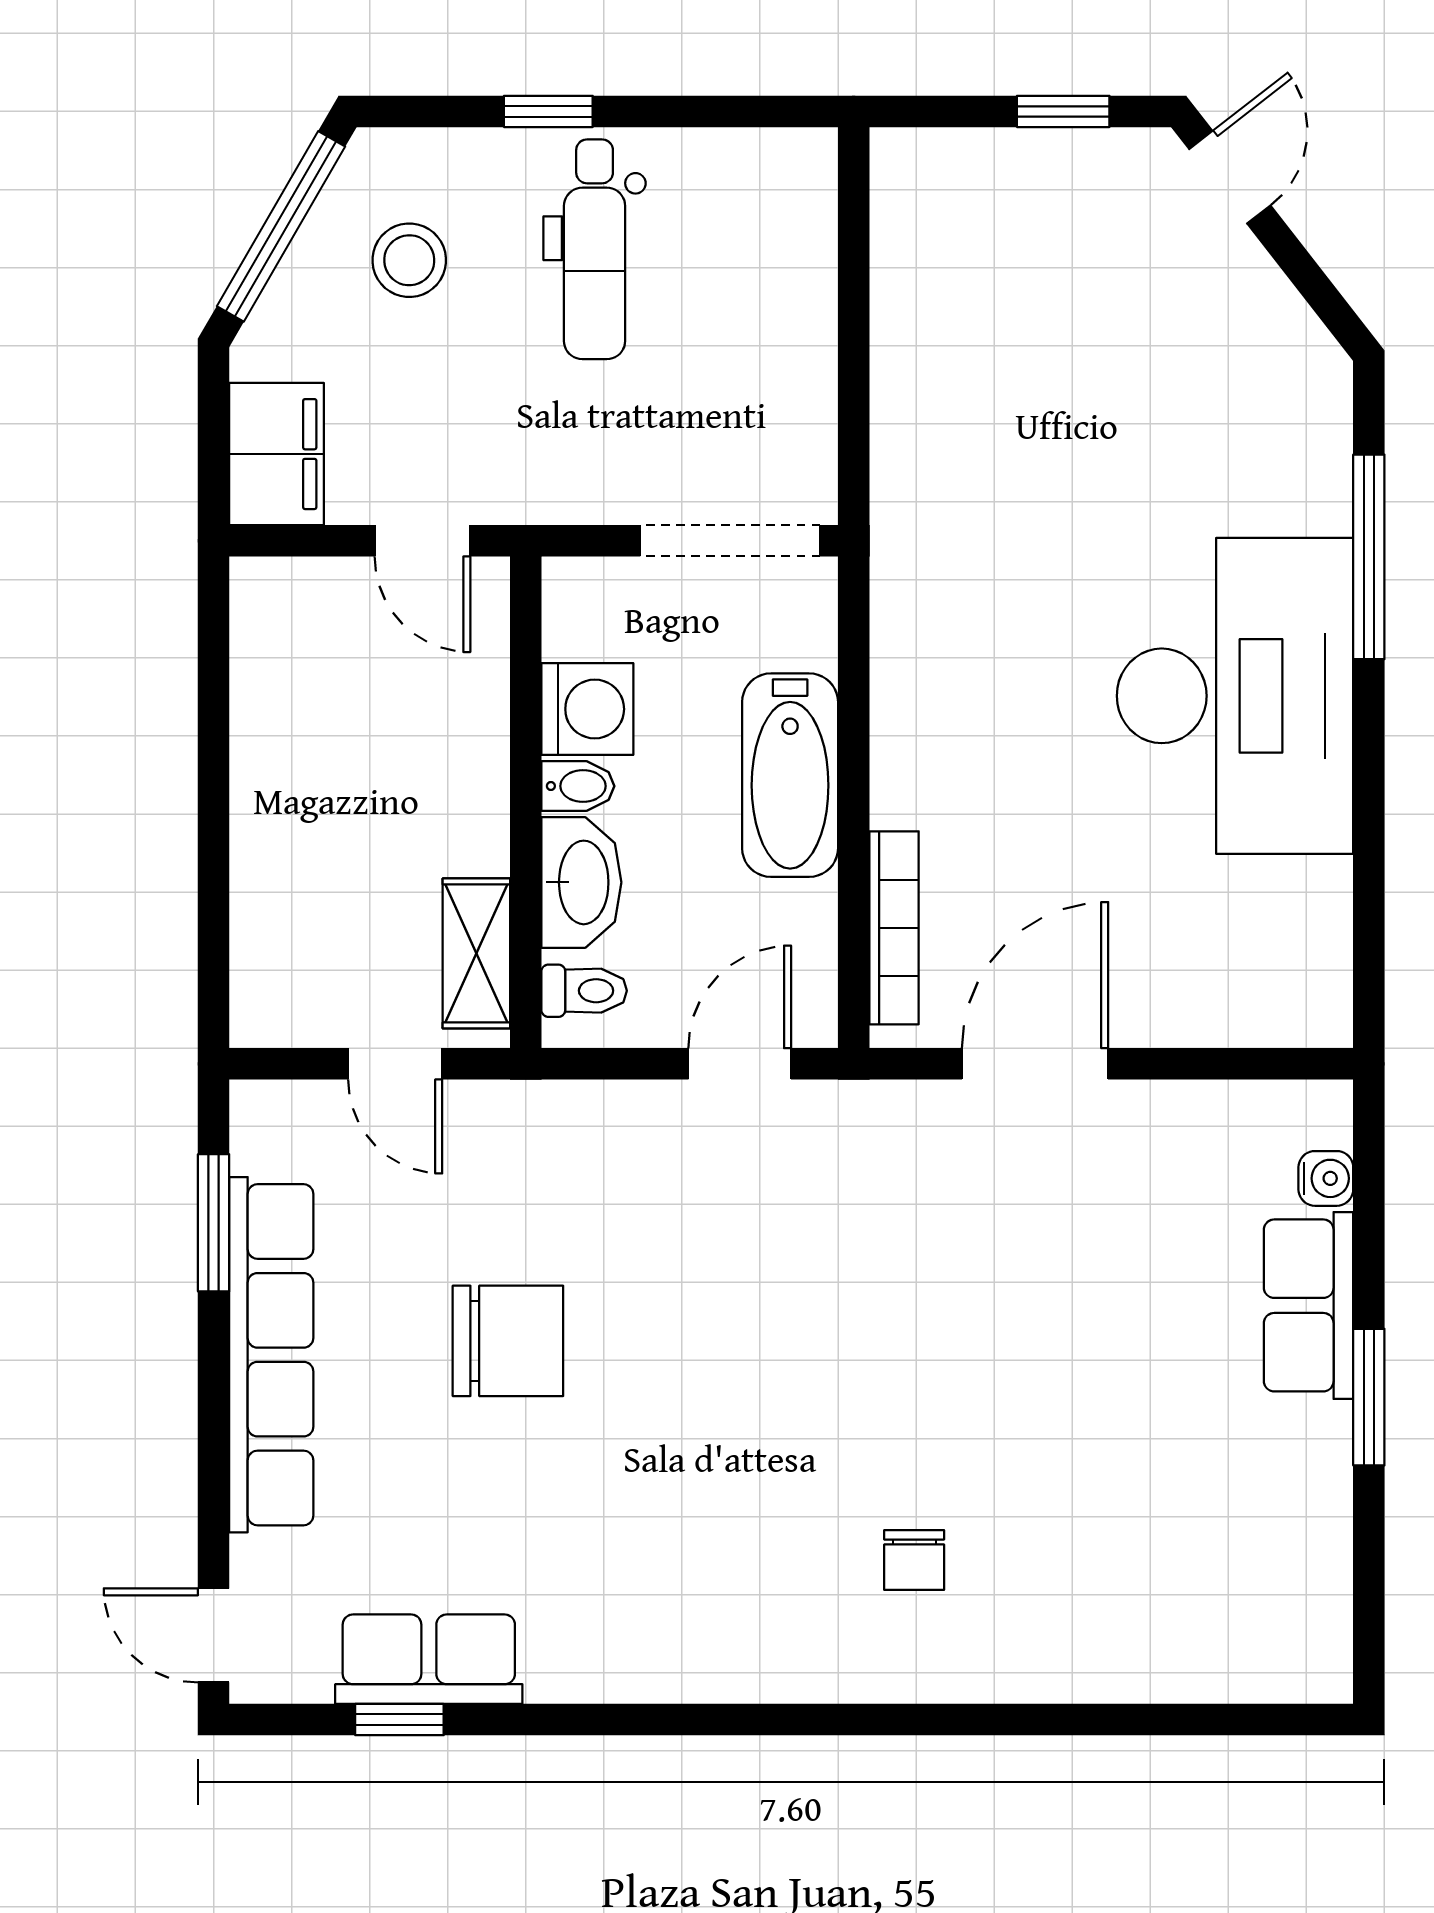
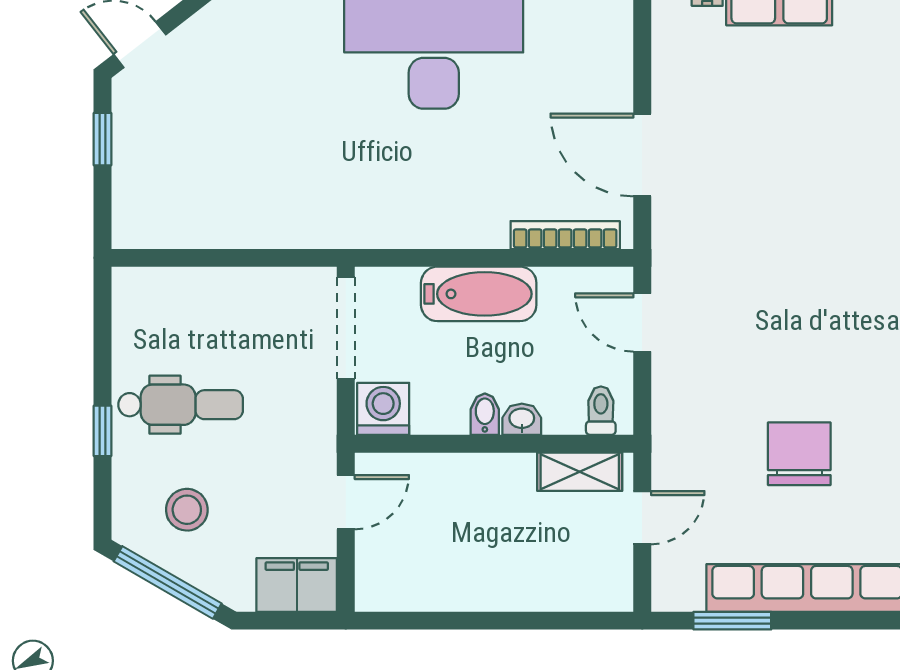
washing machine: (587, 709) -> (383, 409), moved
washbasin: (581, 882) -> (522, 419), width x0.52, depth x0.69

